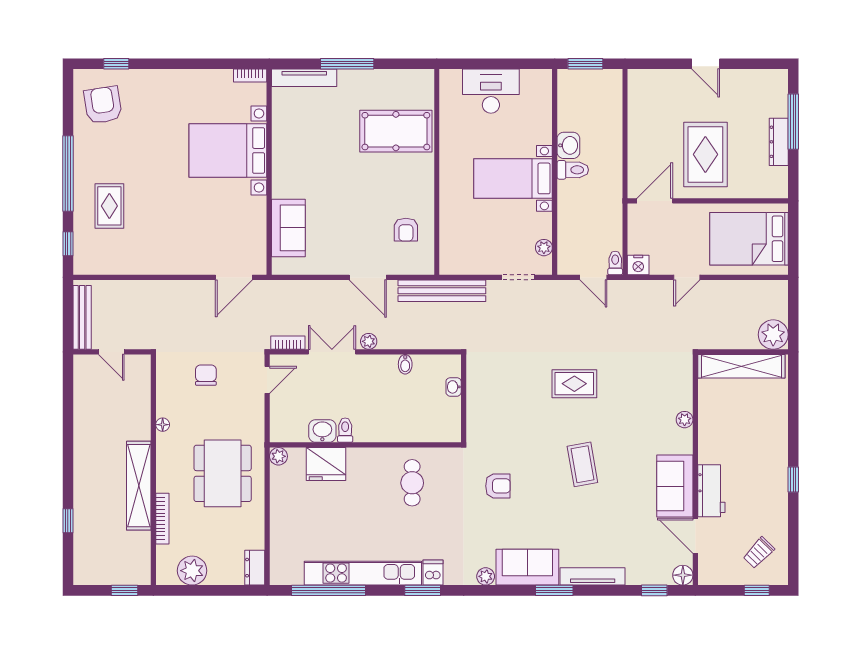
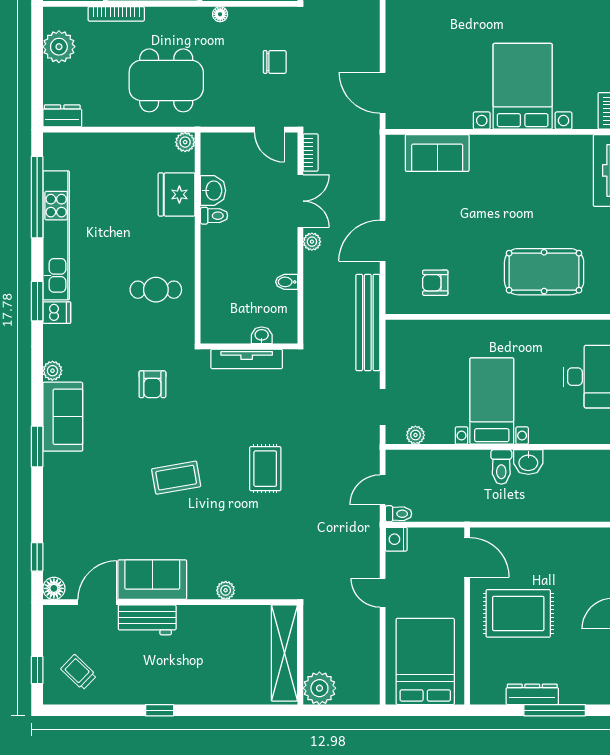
pool table: (396, 131) -> (544, 272), turned 90
tv unit: (593, 576) -> (247, 359), moved, turned 90

